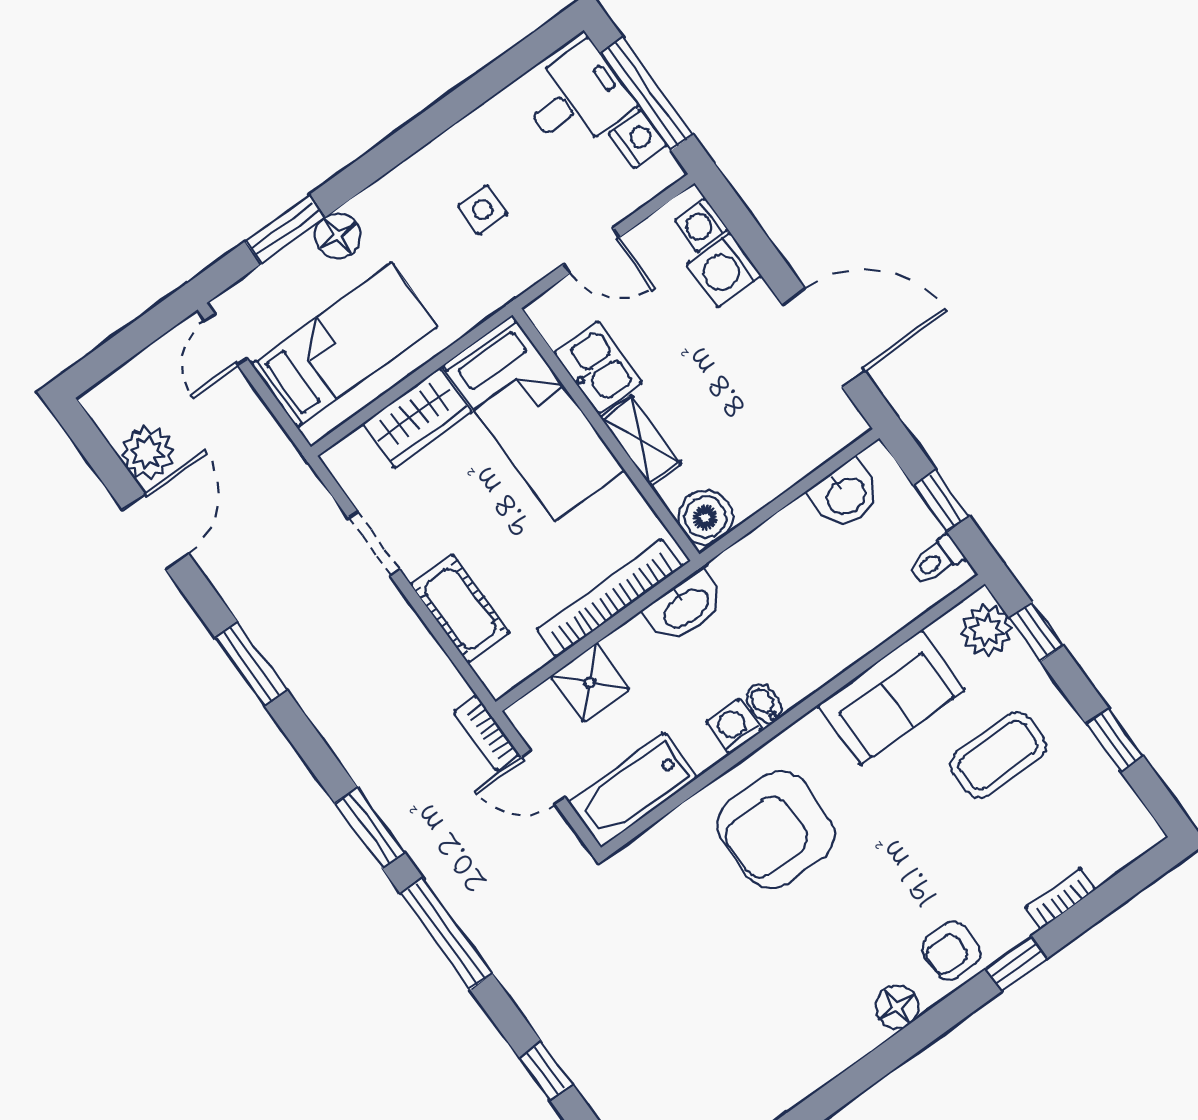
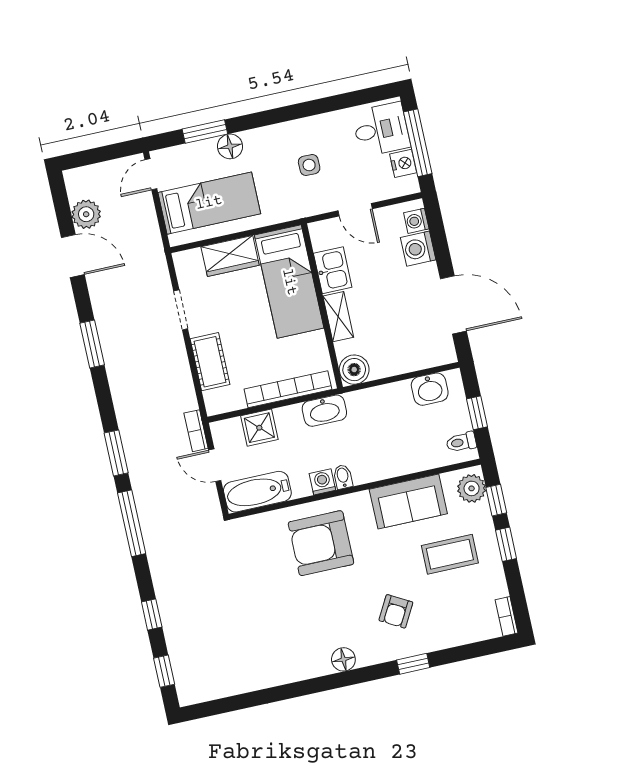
door: (155, 532) -> (73, 256), hinge flipped
window: (1115, 740) -> (506, 544), moved
bookcase: (1060, 898) -> (507, 616), moved, turned -90
armchair: (952, 951) -> (396, 611), moved, turned -61

